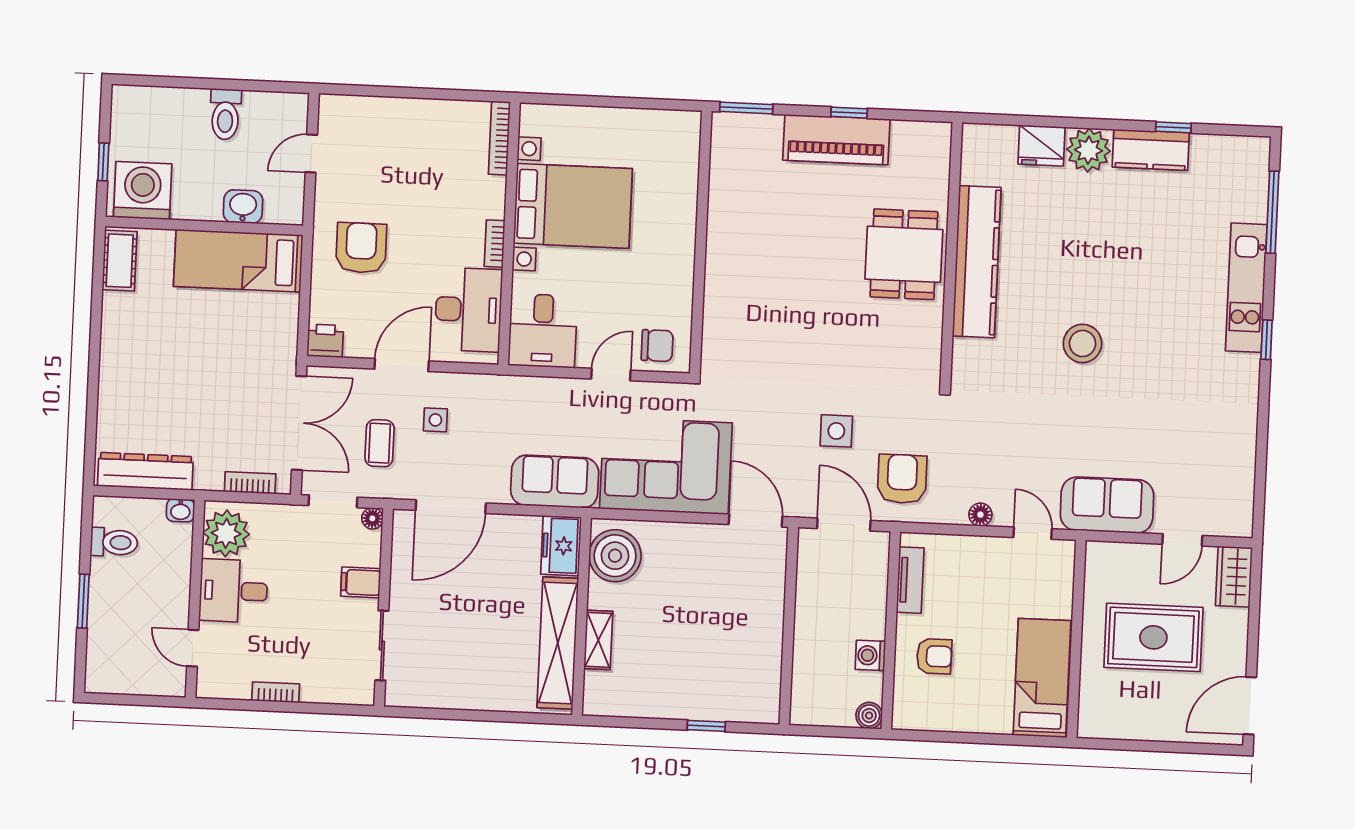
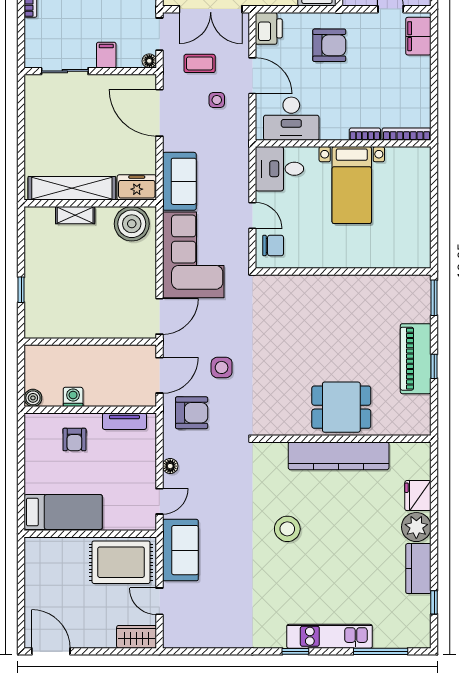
filing cabinet: (354, 114) -> (418, 36), added
window: (1173, 127) -> (434, 602), moved
bed with nightstands: (573, 206) -> (352, 185), width x0.73
bookcase: (495, 244) -> (365, 134), moved
printer: (325, 341) -> (269, 28), width x1.36, depth x1.24
chair: (657, 346) -> (273, 245), turned -90
rug: (1153, 637) -> (121, 562), moved, turned 90

